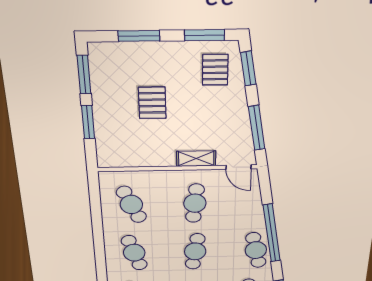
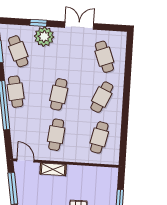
cafe table: (131, 204) -> (99, 137), turned 36
cafe table: (134, 253) -> (102, 97), turned 42

